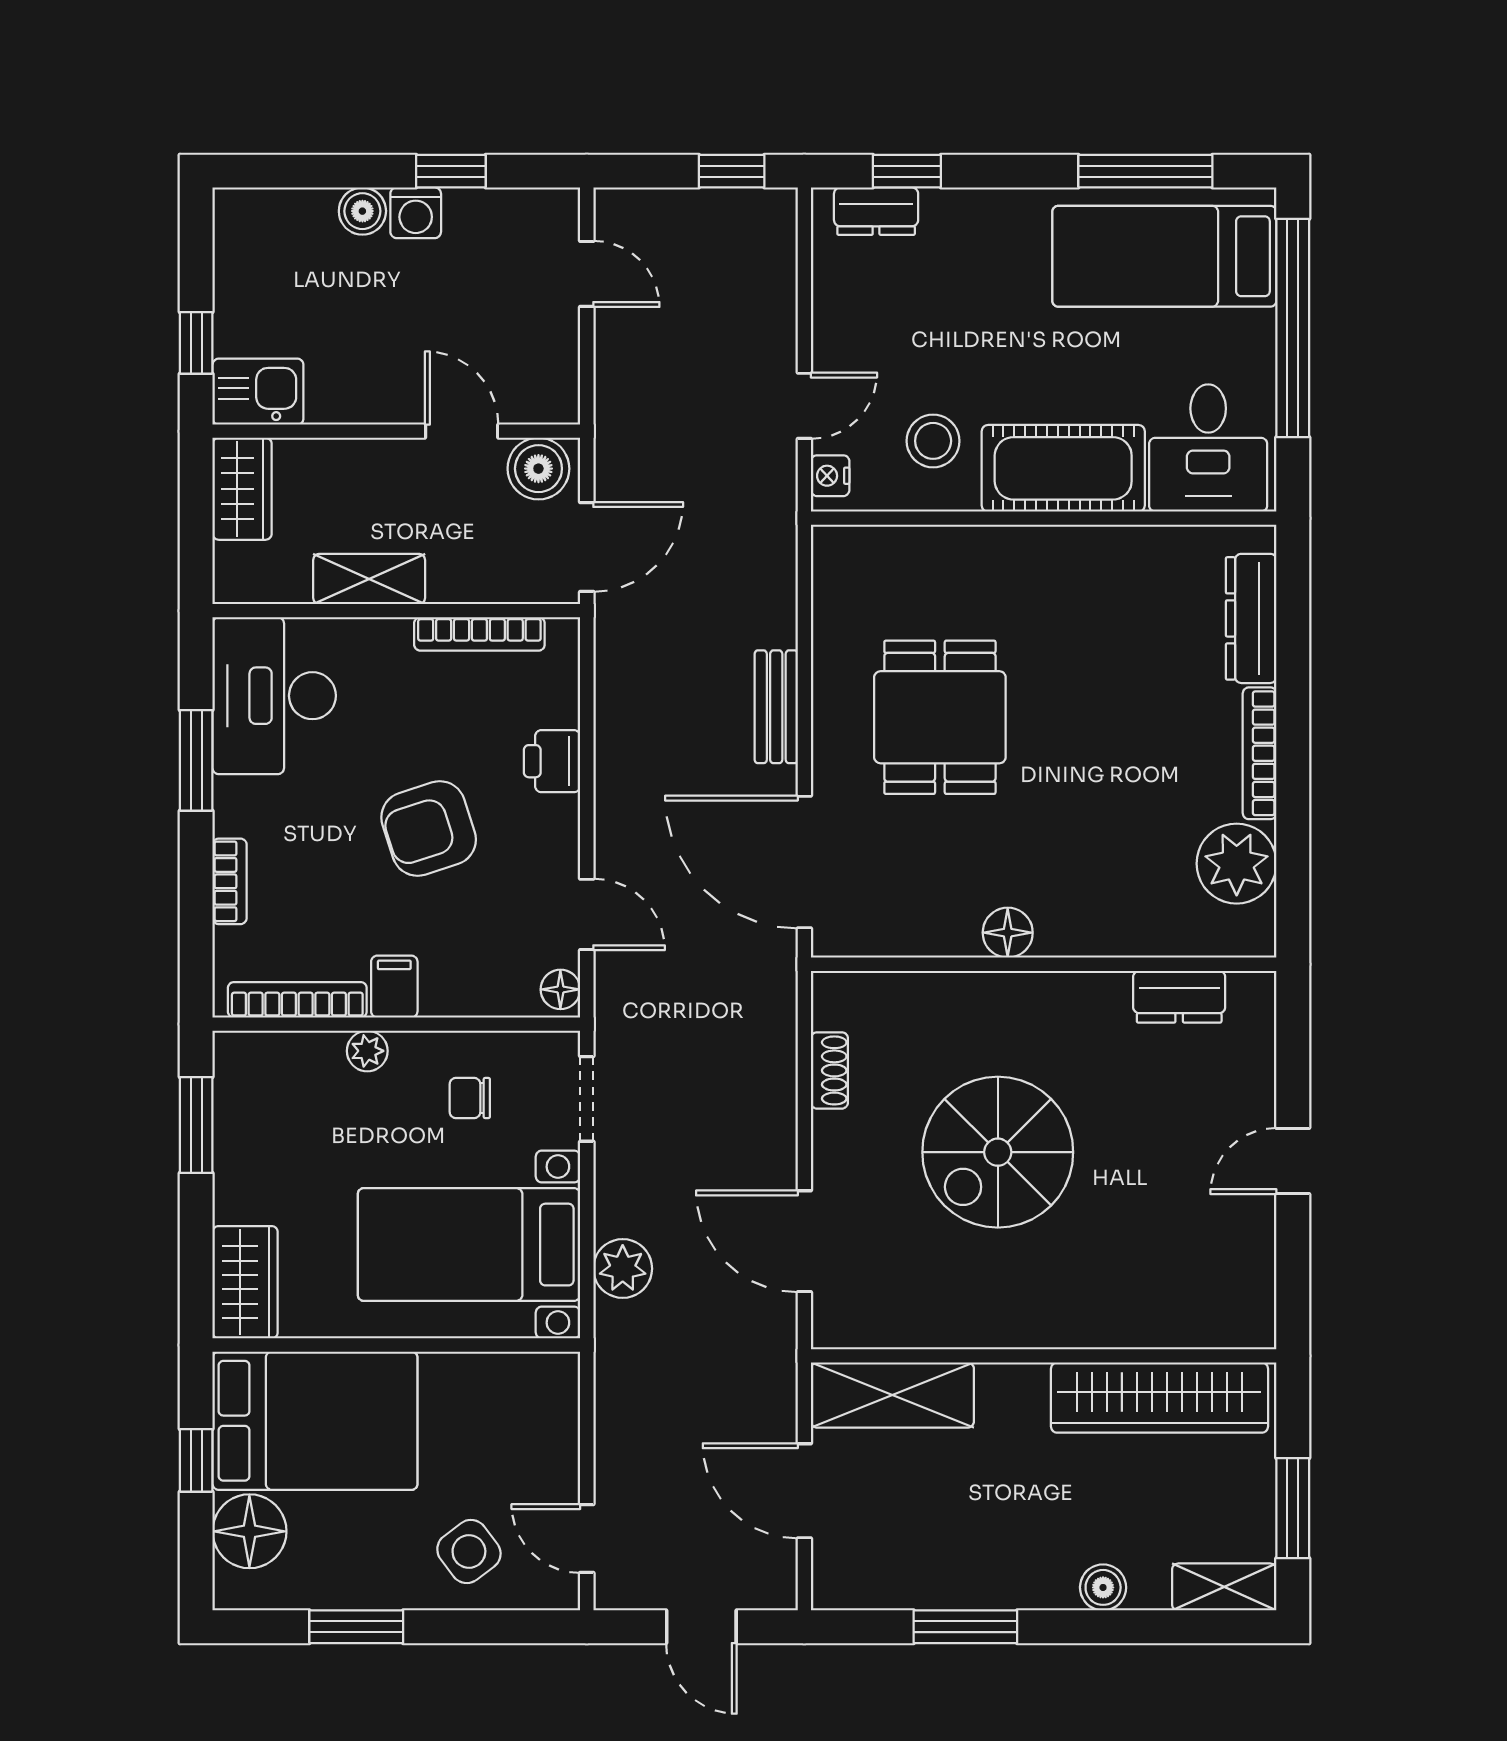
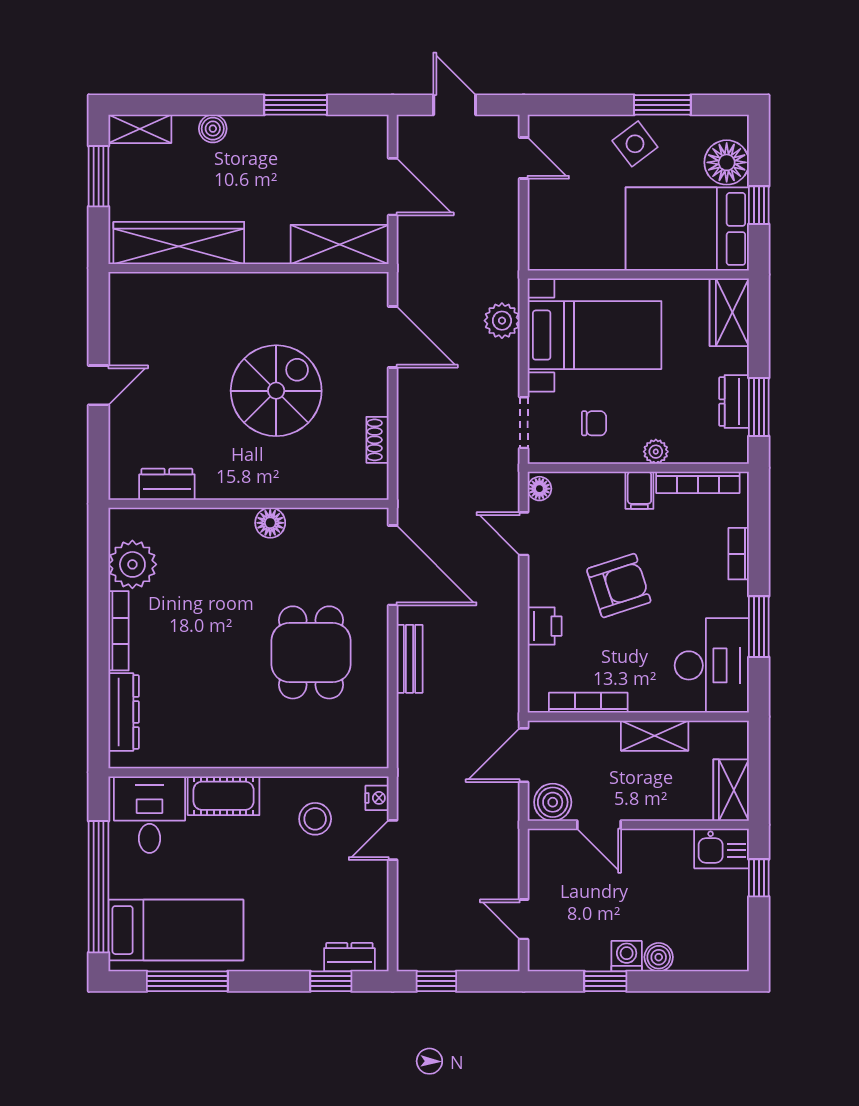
cot: (1063, 468) -> (224, 796), width x0.73, depth x0.75
dresser: (237, 1134) -> (734, 402), added
side table: (469, 1551) -> (635, 144), moved

